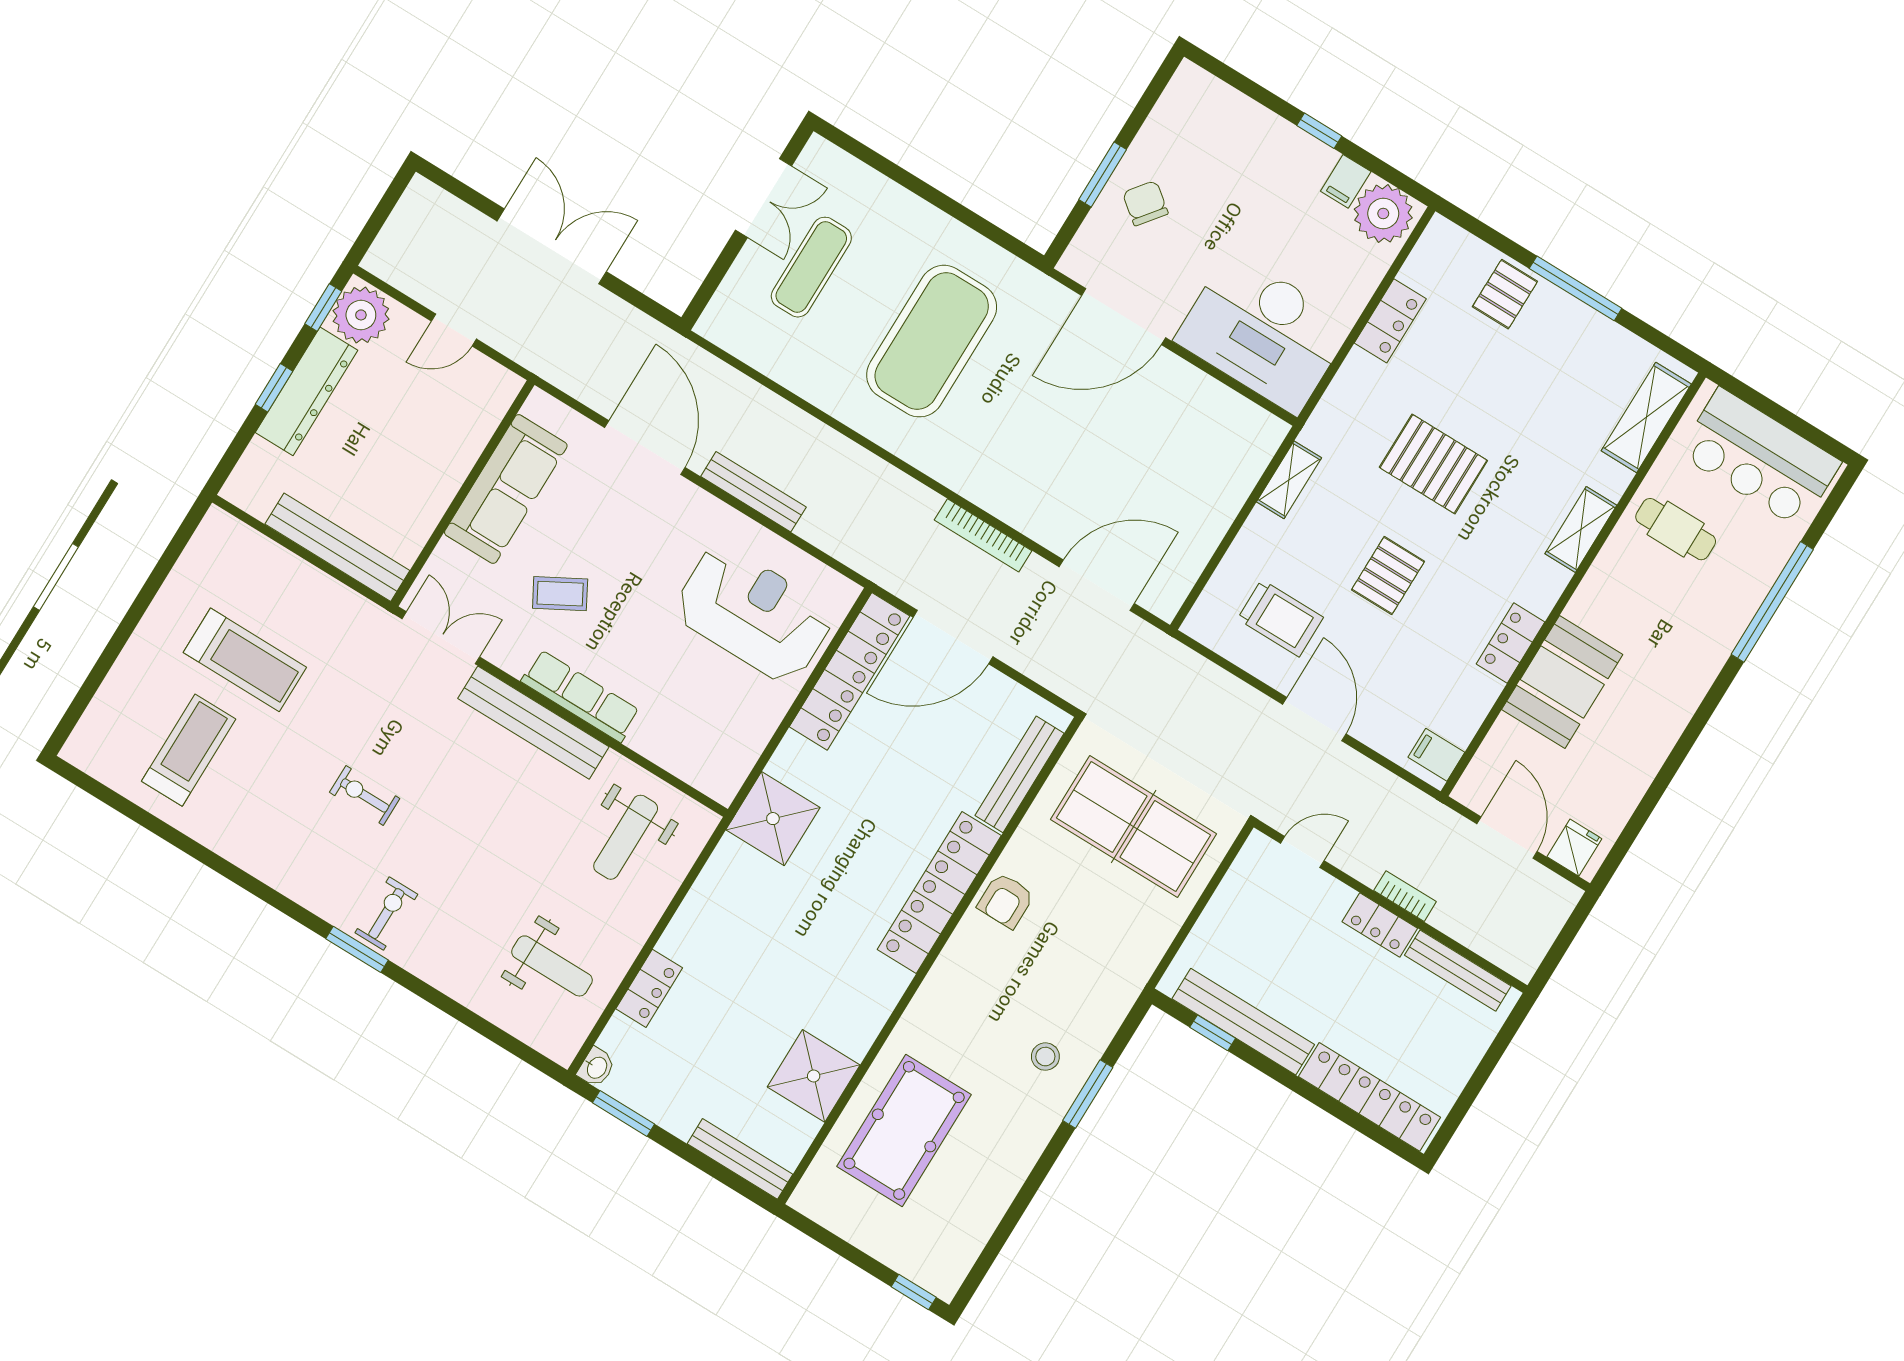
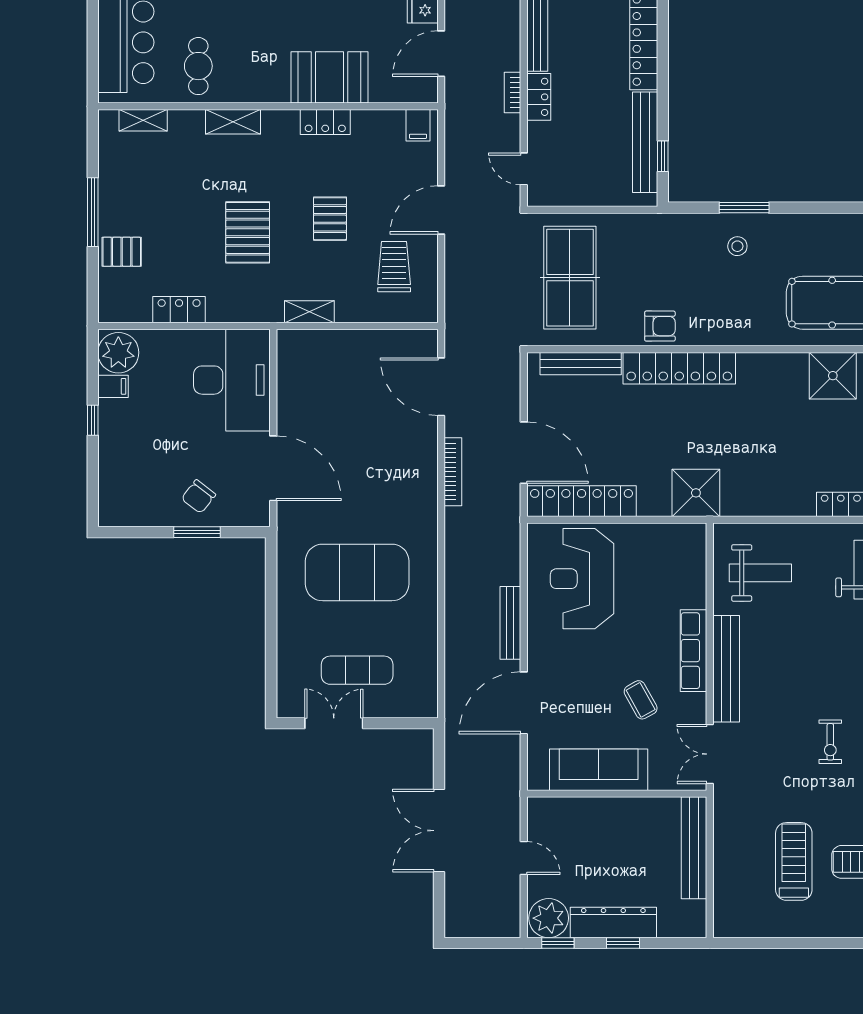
shelving: (1646, 417) -> (143, 120), width x0.67, depth x0.75
pallet: (1388, 576) -> (330, 219), turned 90

